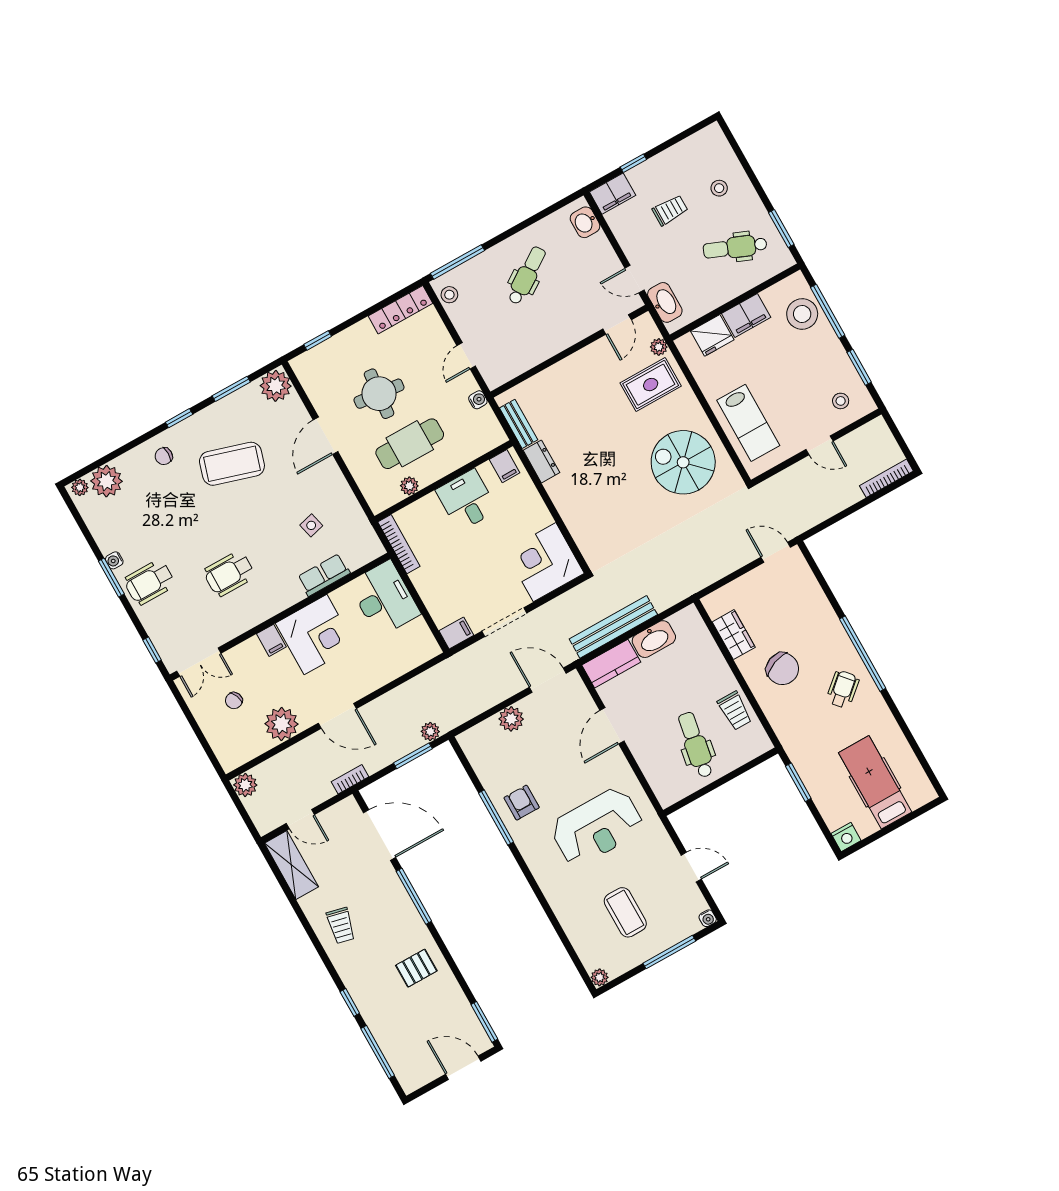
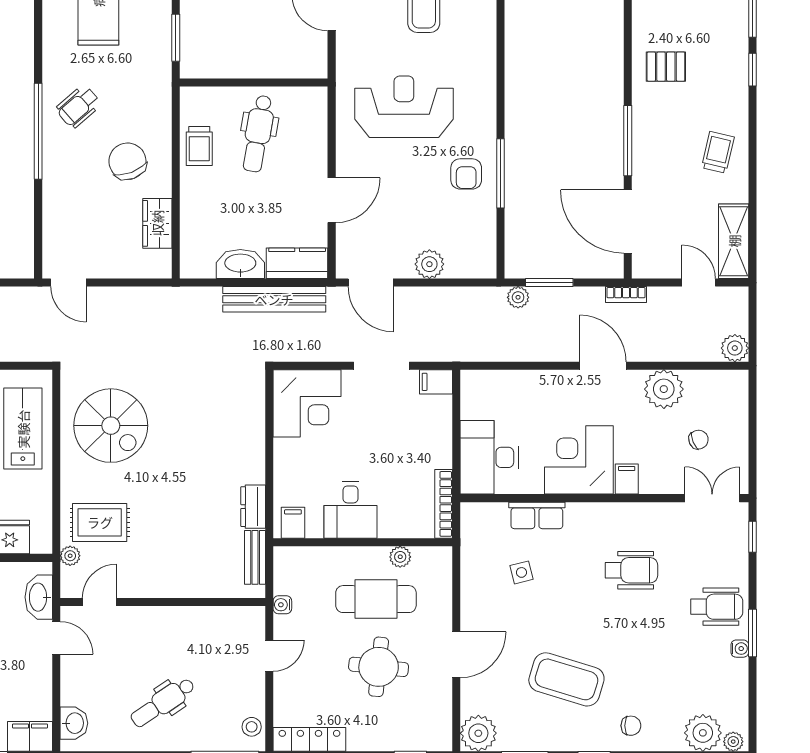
trolley: (735, 711) -> (199, 146), turned 180

